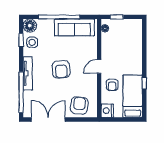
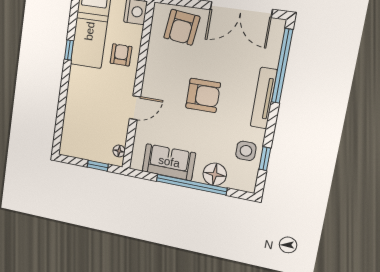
floor lamp: (30, 26) -> (215, 174), moved
sofa: (74, 27) -> (169, 162), width x0.73
door: (99, 66) -> (135, 108), moved
armchair: (61, 69) -> (203, 95), turned 94

